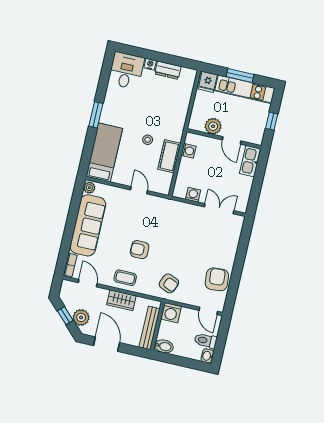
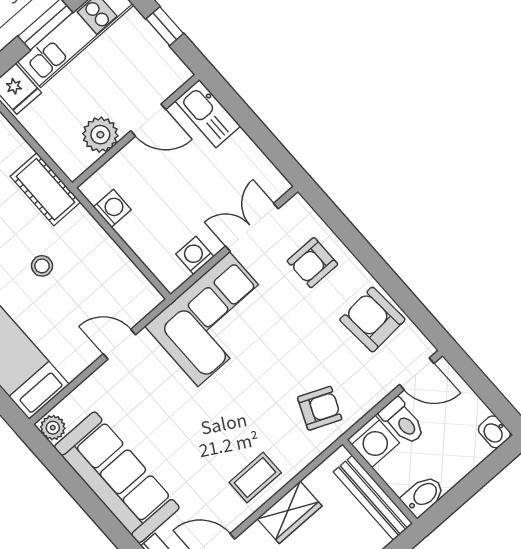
cot: (169, 156) -> (45, 189), moved
corner sofa: (174, 219) -> (214, 319), added
armchair: (140, 250) -> (312, 263), moved
toilet: (206, 341) -> (402, 421), moved, turned -90

